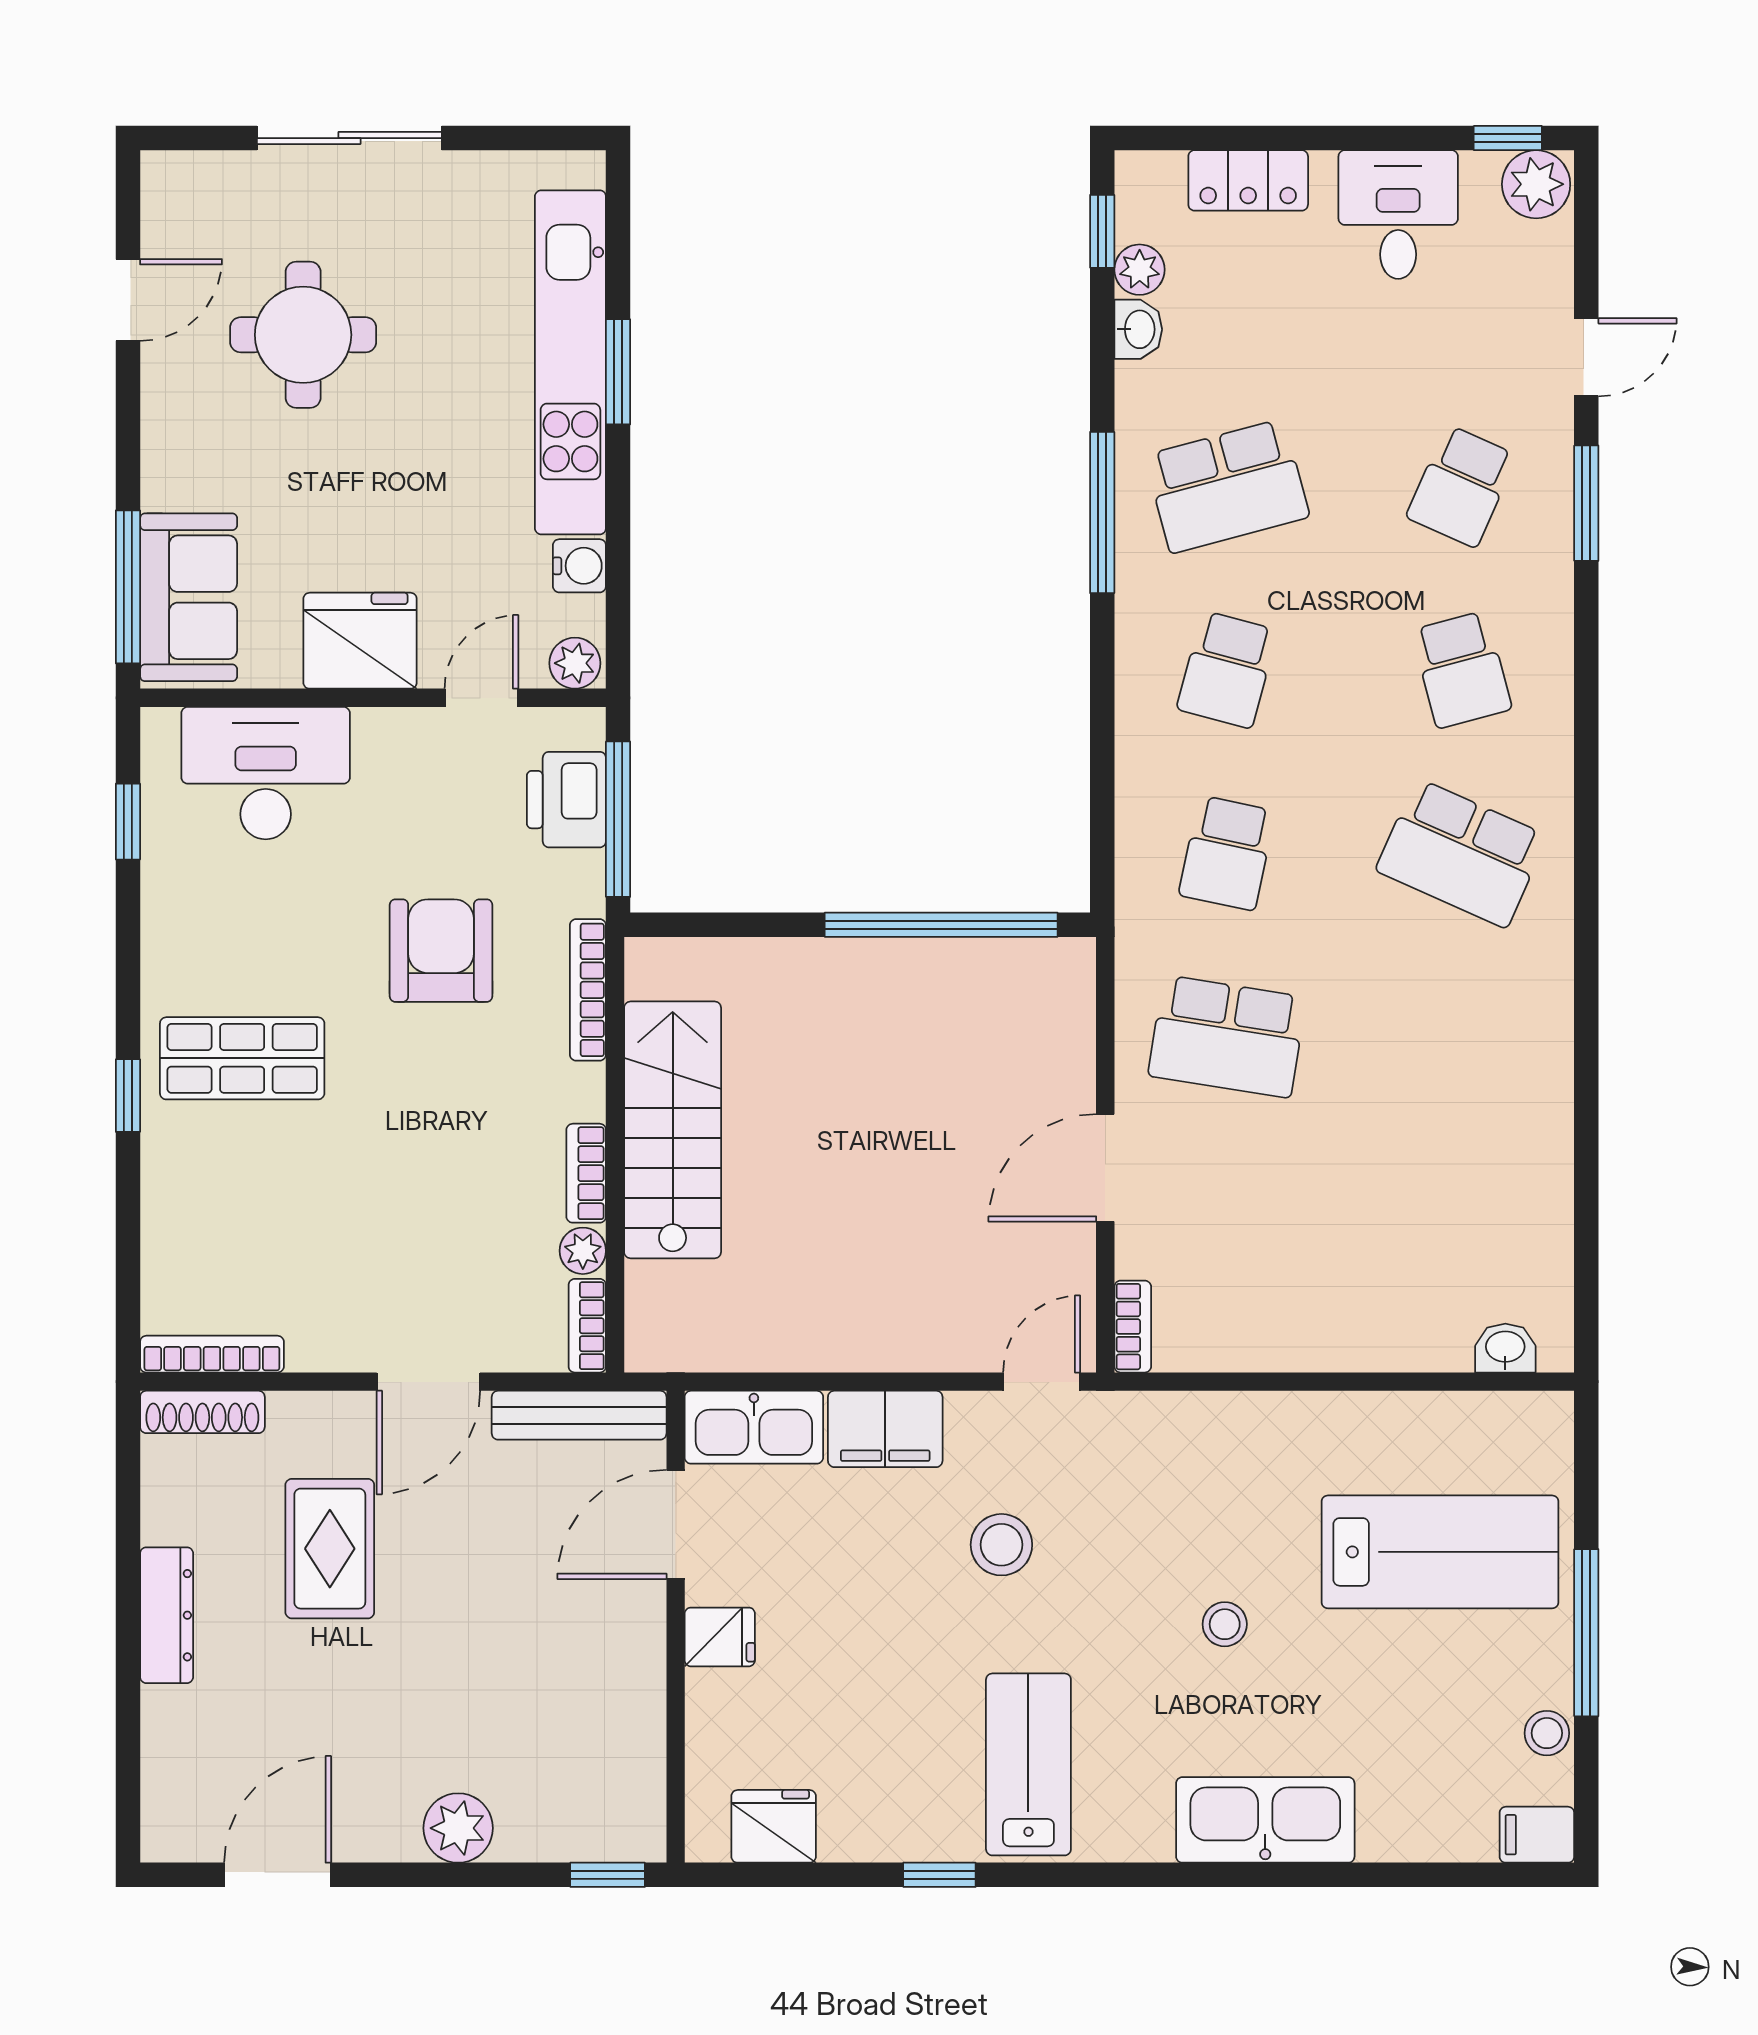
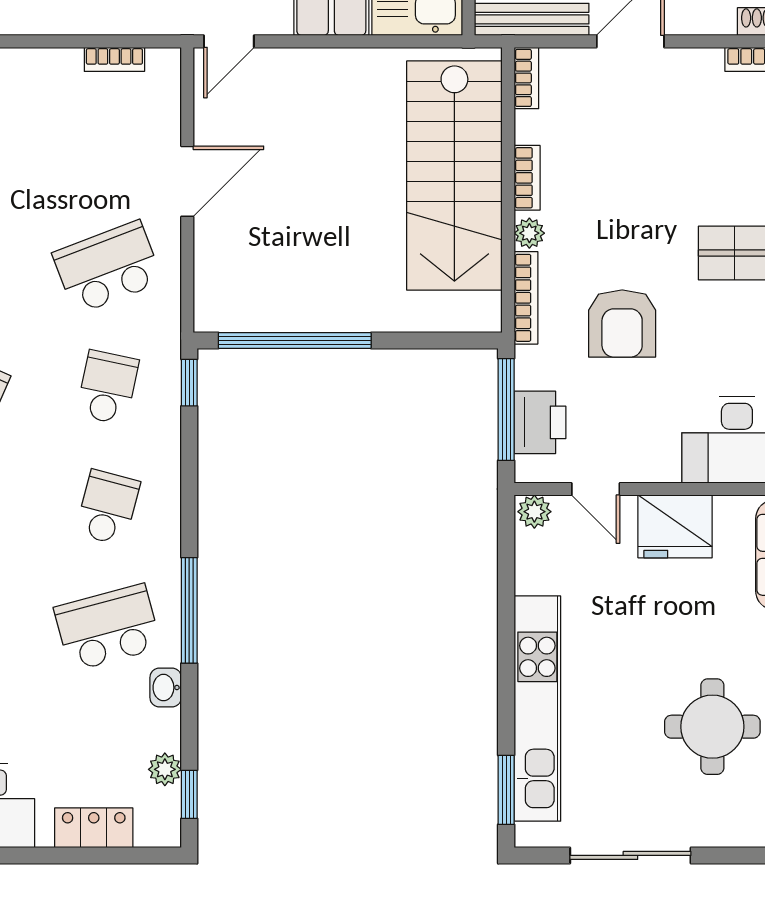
sliding door: (349, 138) -> (630, 855), moved
washbasin: (1138, 329) -> (166, 688), moved
window: (618, 372) -> (506, 790), moved
water cooler: (579, 566) -> (531, 575), removed
door: (481, 698) -> (596, 489), hinge flipped
window: (1102, 860) -> (189, 383), added
school desk: (1227, 1037) -> (108, 267), turned -30
stairs: (673, 1130) -> (454, 176), width x1.36, depth x1.51
plant: (583, 1251) -> (529, 233), moved
bookcase: (1133, 1327) -> (114, 59), moved, turned -90

